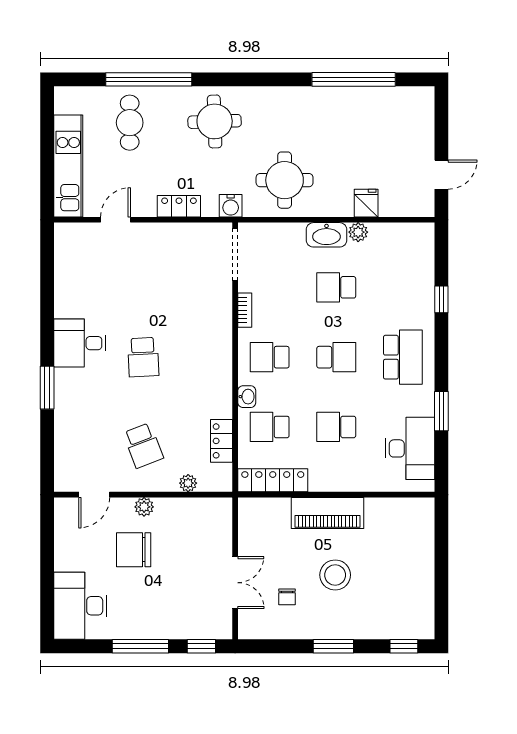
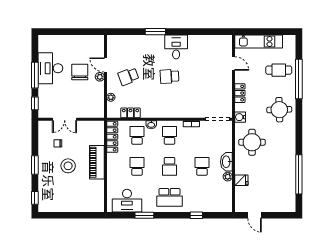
door: (94, 495) -> (106, 65), moved
desk: (80, 606) -> (50, 68), moved, turned -90

